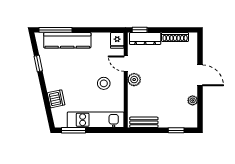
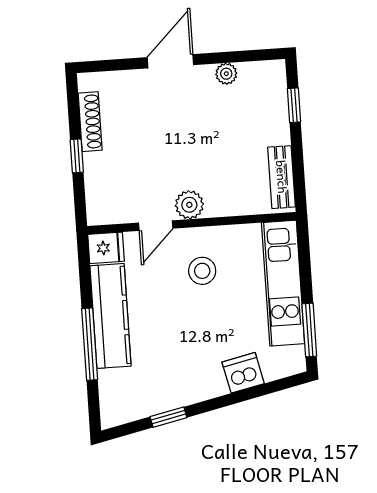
window: (56, 30) -> (90, 344), moved
window: (140, 30) -> (77, 156), moved
dresser: (145, 39) -> (98, 187), removed
kitchen counter: (67, 40) -> (110, 316), moved

